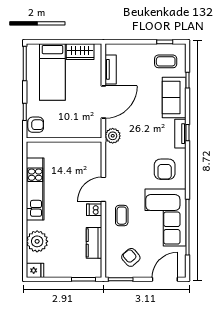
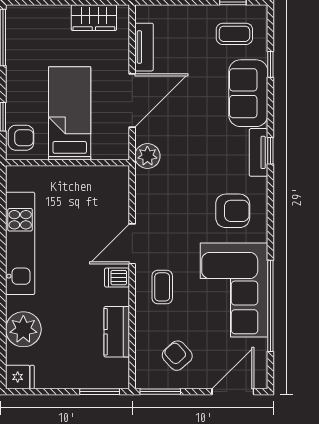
bed: (52, 72) -> (70, 113), moved, turned 180
armchair: (165, 169) -> (233, 211), turned -90

